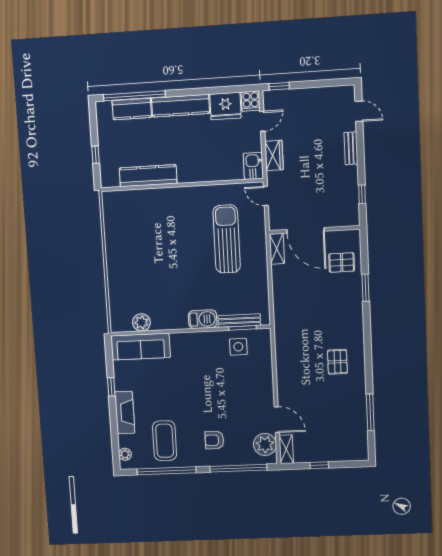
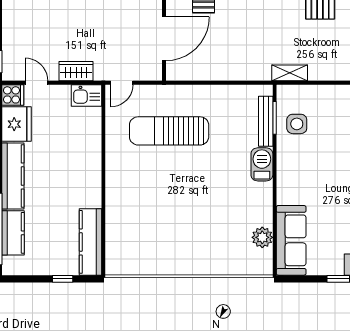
kitchen counter: (148, 176) -> (91, 242), moved
shelving: (277, 249) -> (290, 73), moved

